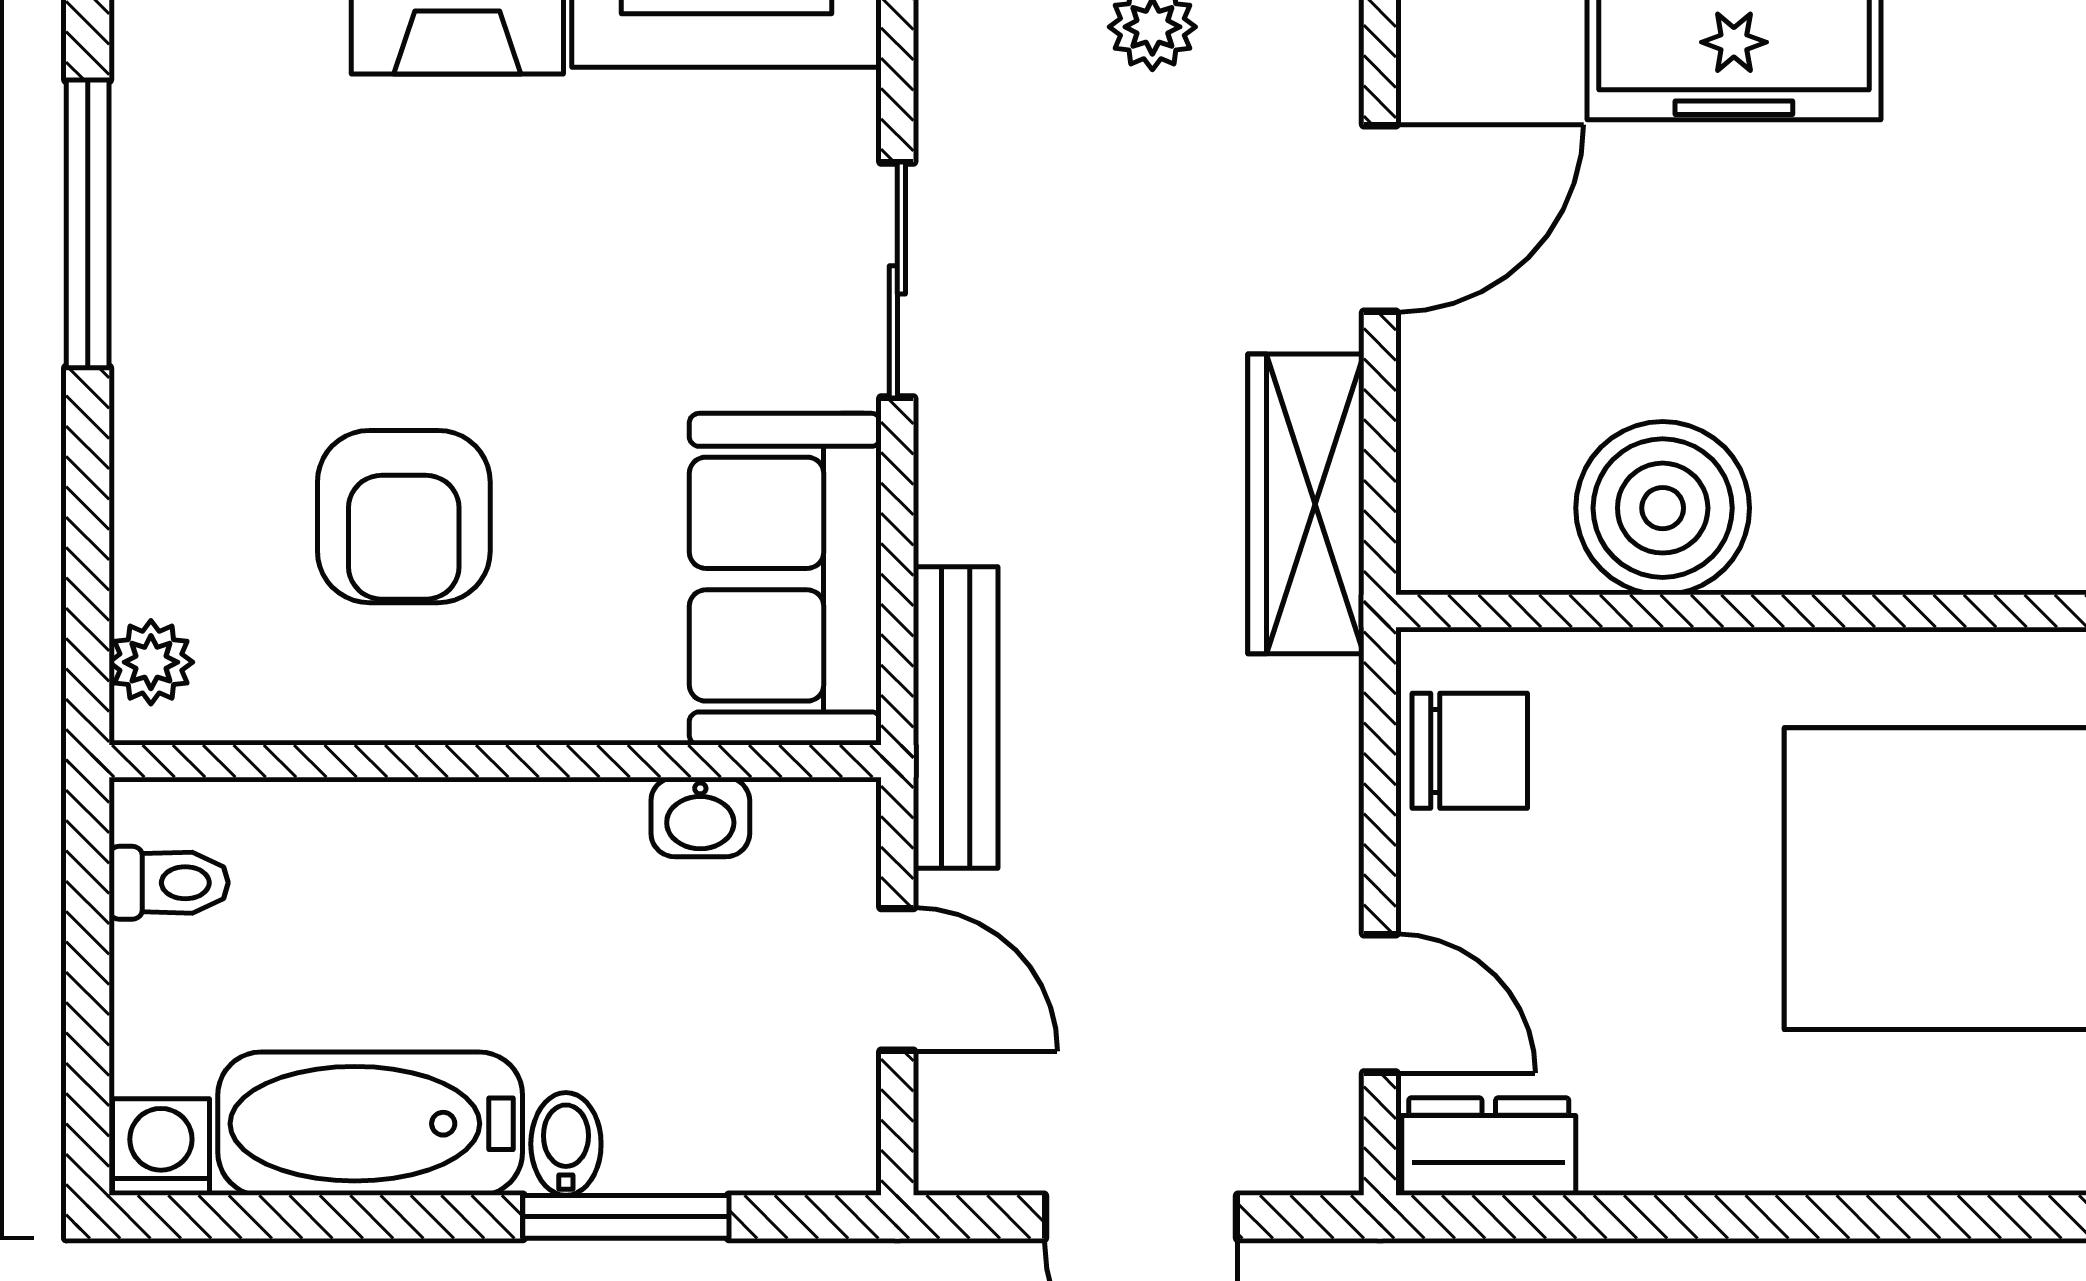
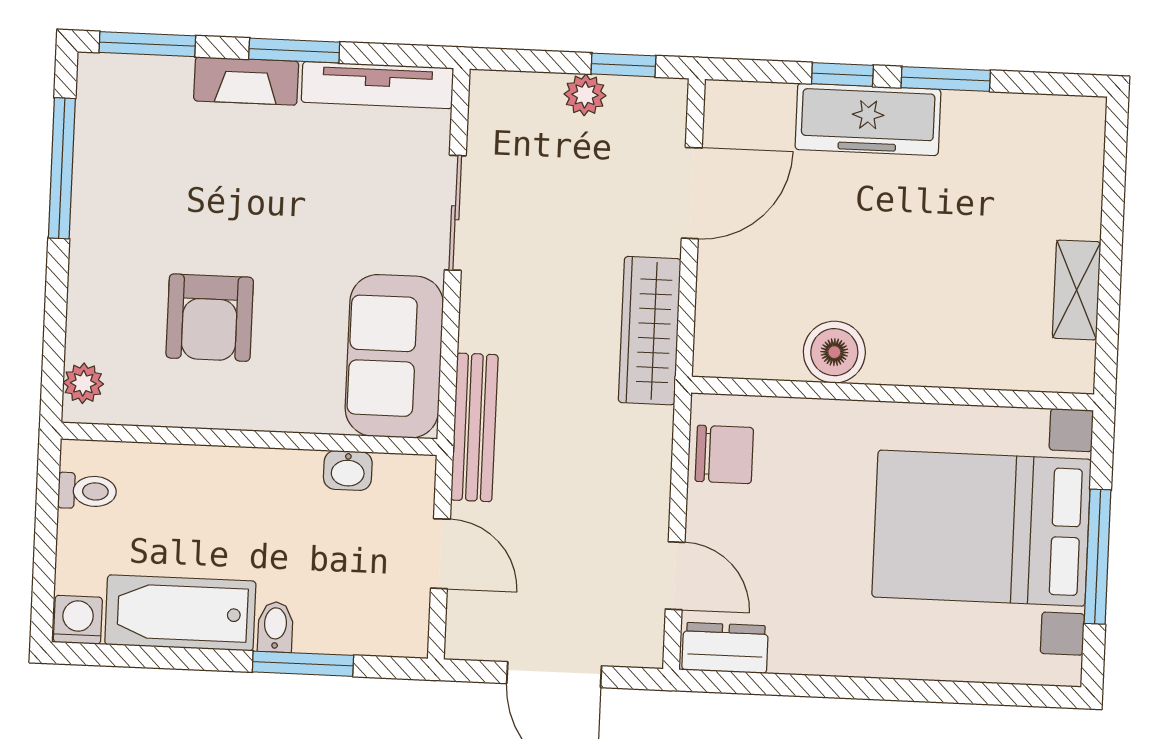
boiler: (1663, 508) -> (834, 352), width x0.73, depth x0.73

